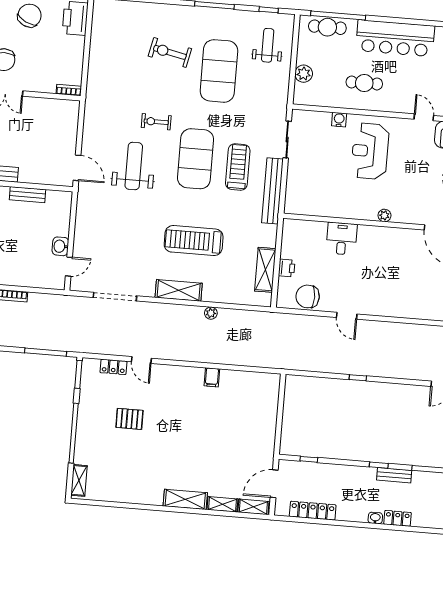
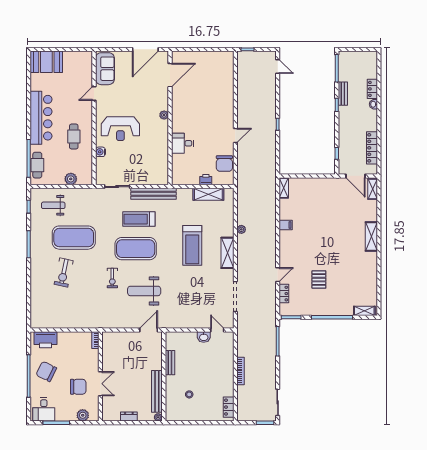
shelving: (222, 504) -> (284, 188), moved

